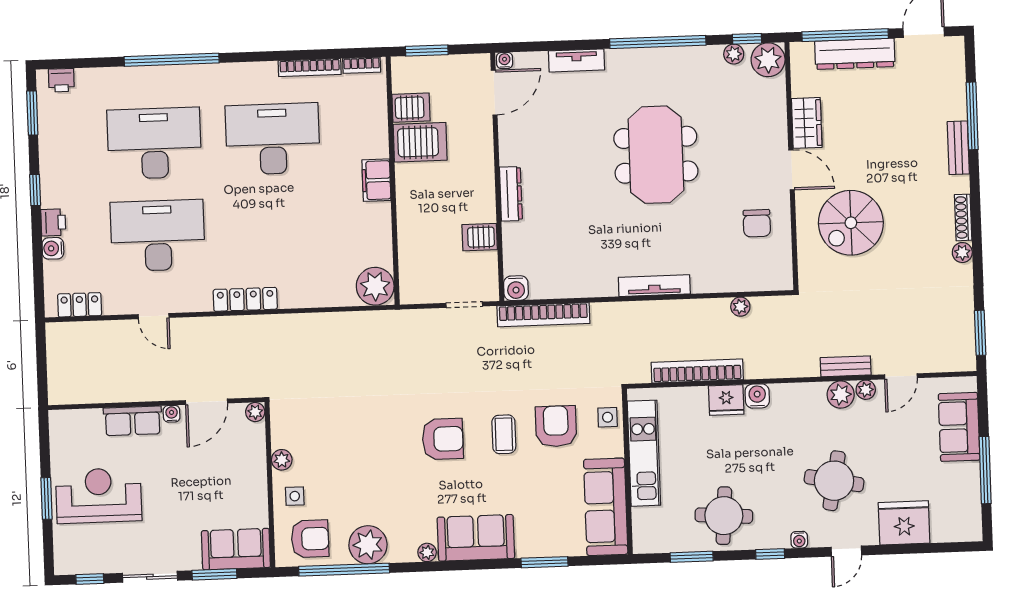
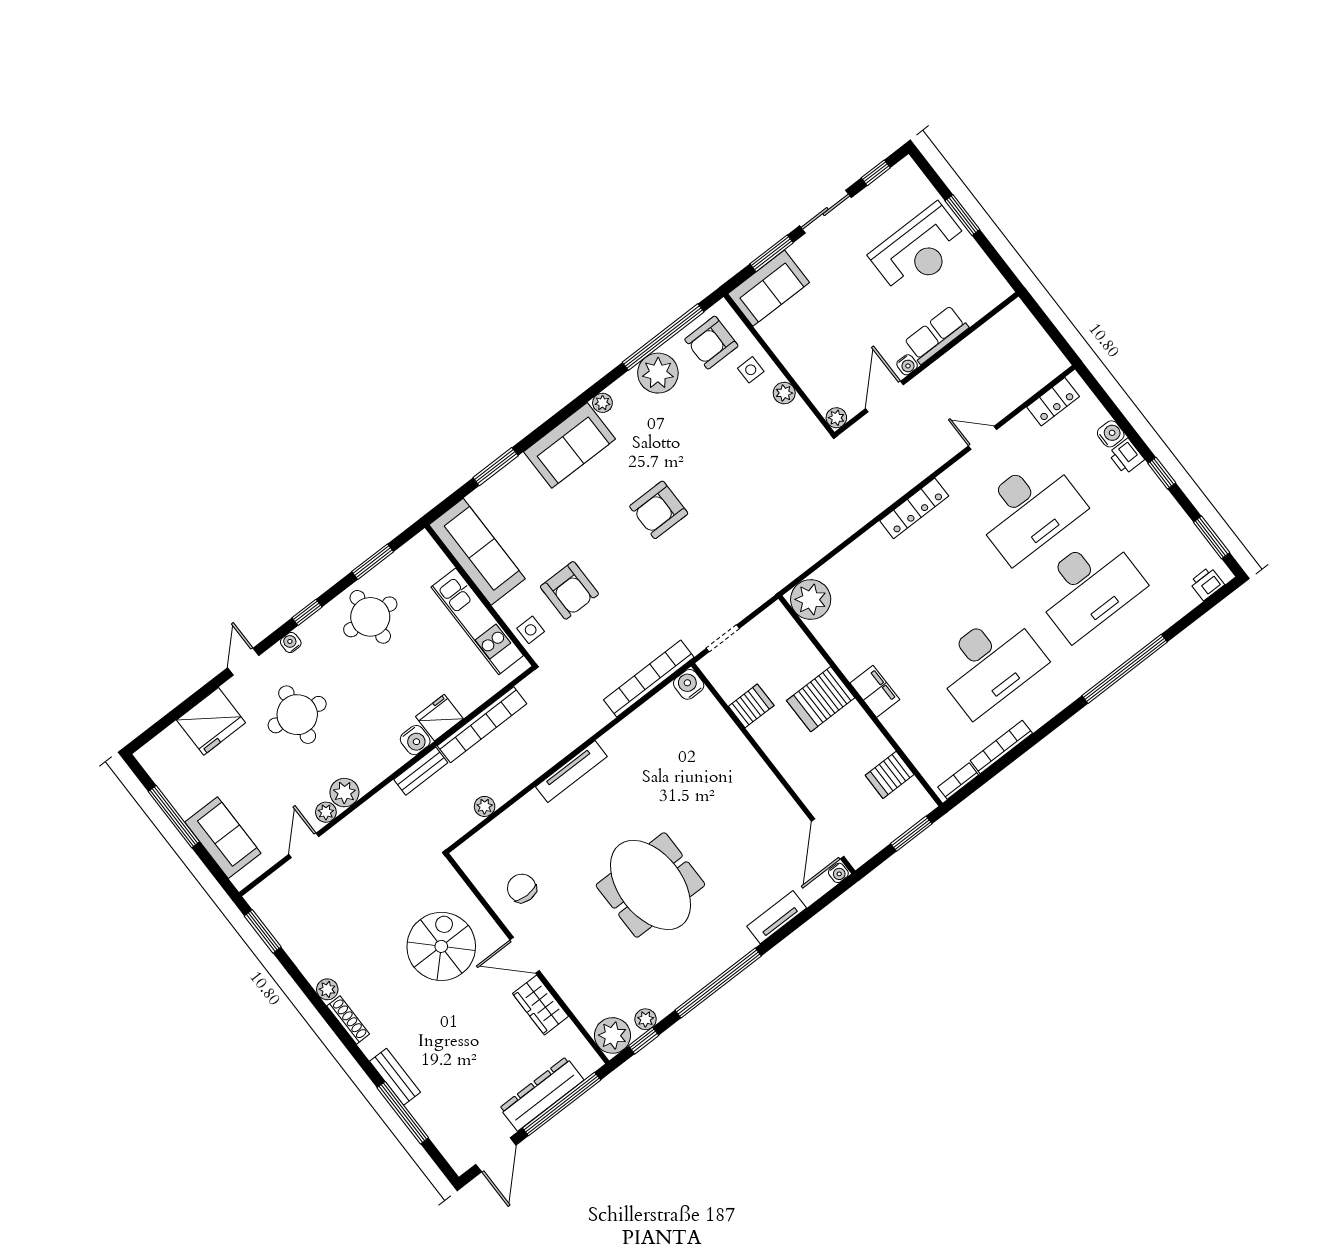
server rack: (420, 142) -> (821, 699), moved
dresser: (511, 194) -> (751, 762), removed
bench: (846, 366) -> (421, 771), moved
coffee table: (504, 434) -> (609, 551), removed

